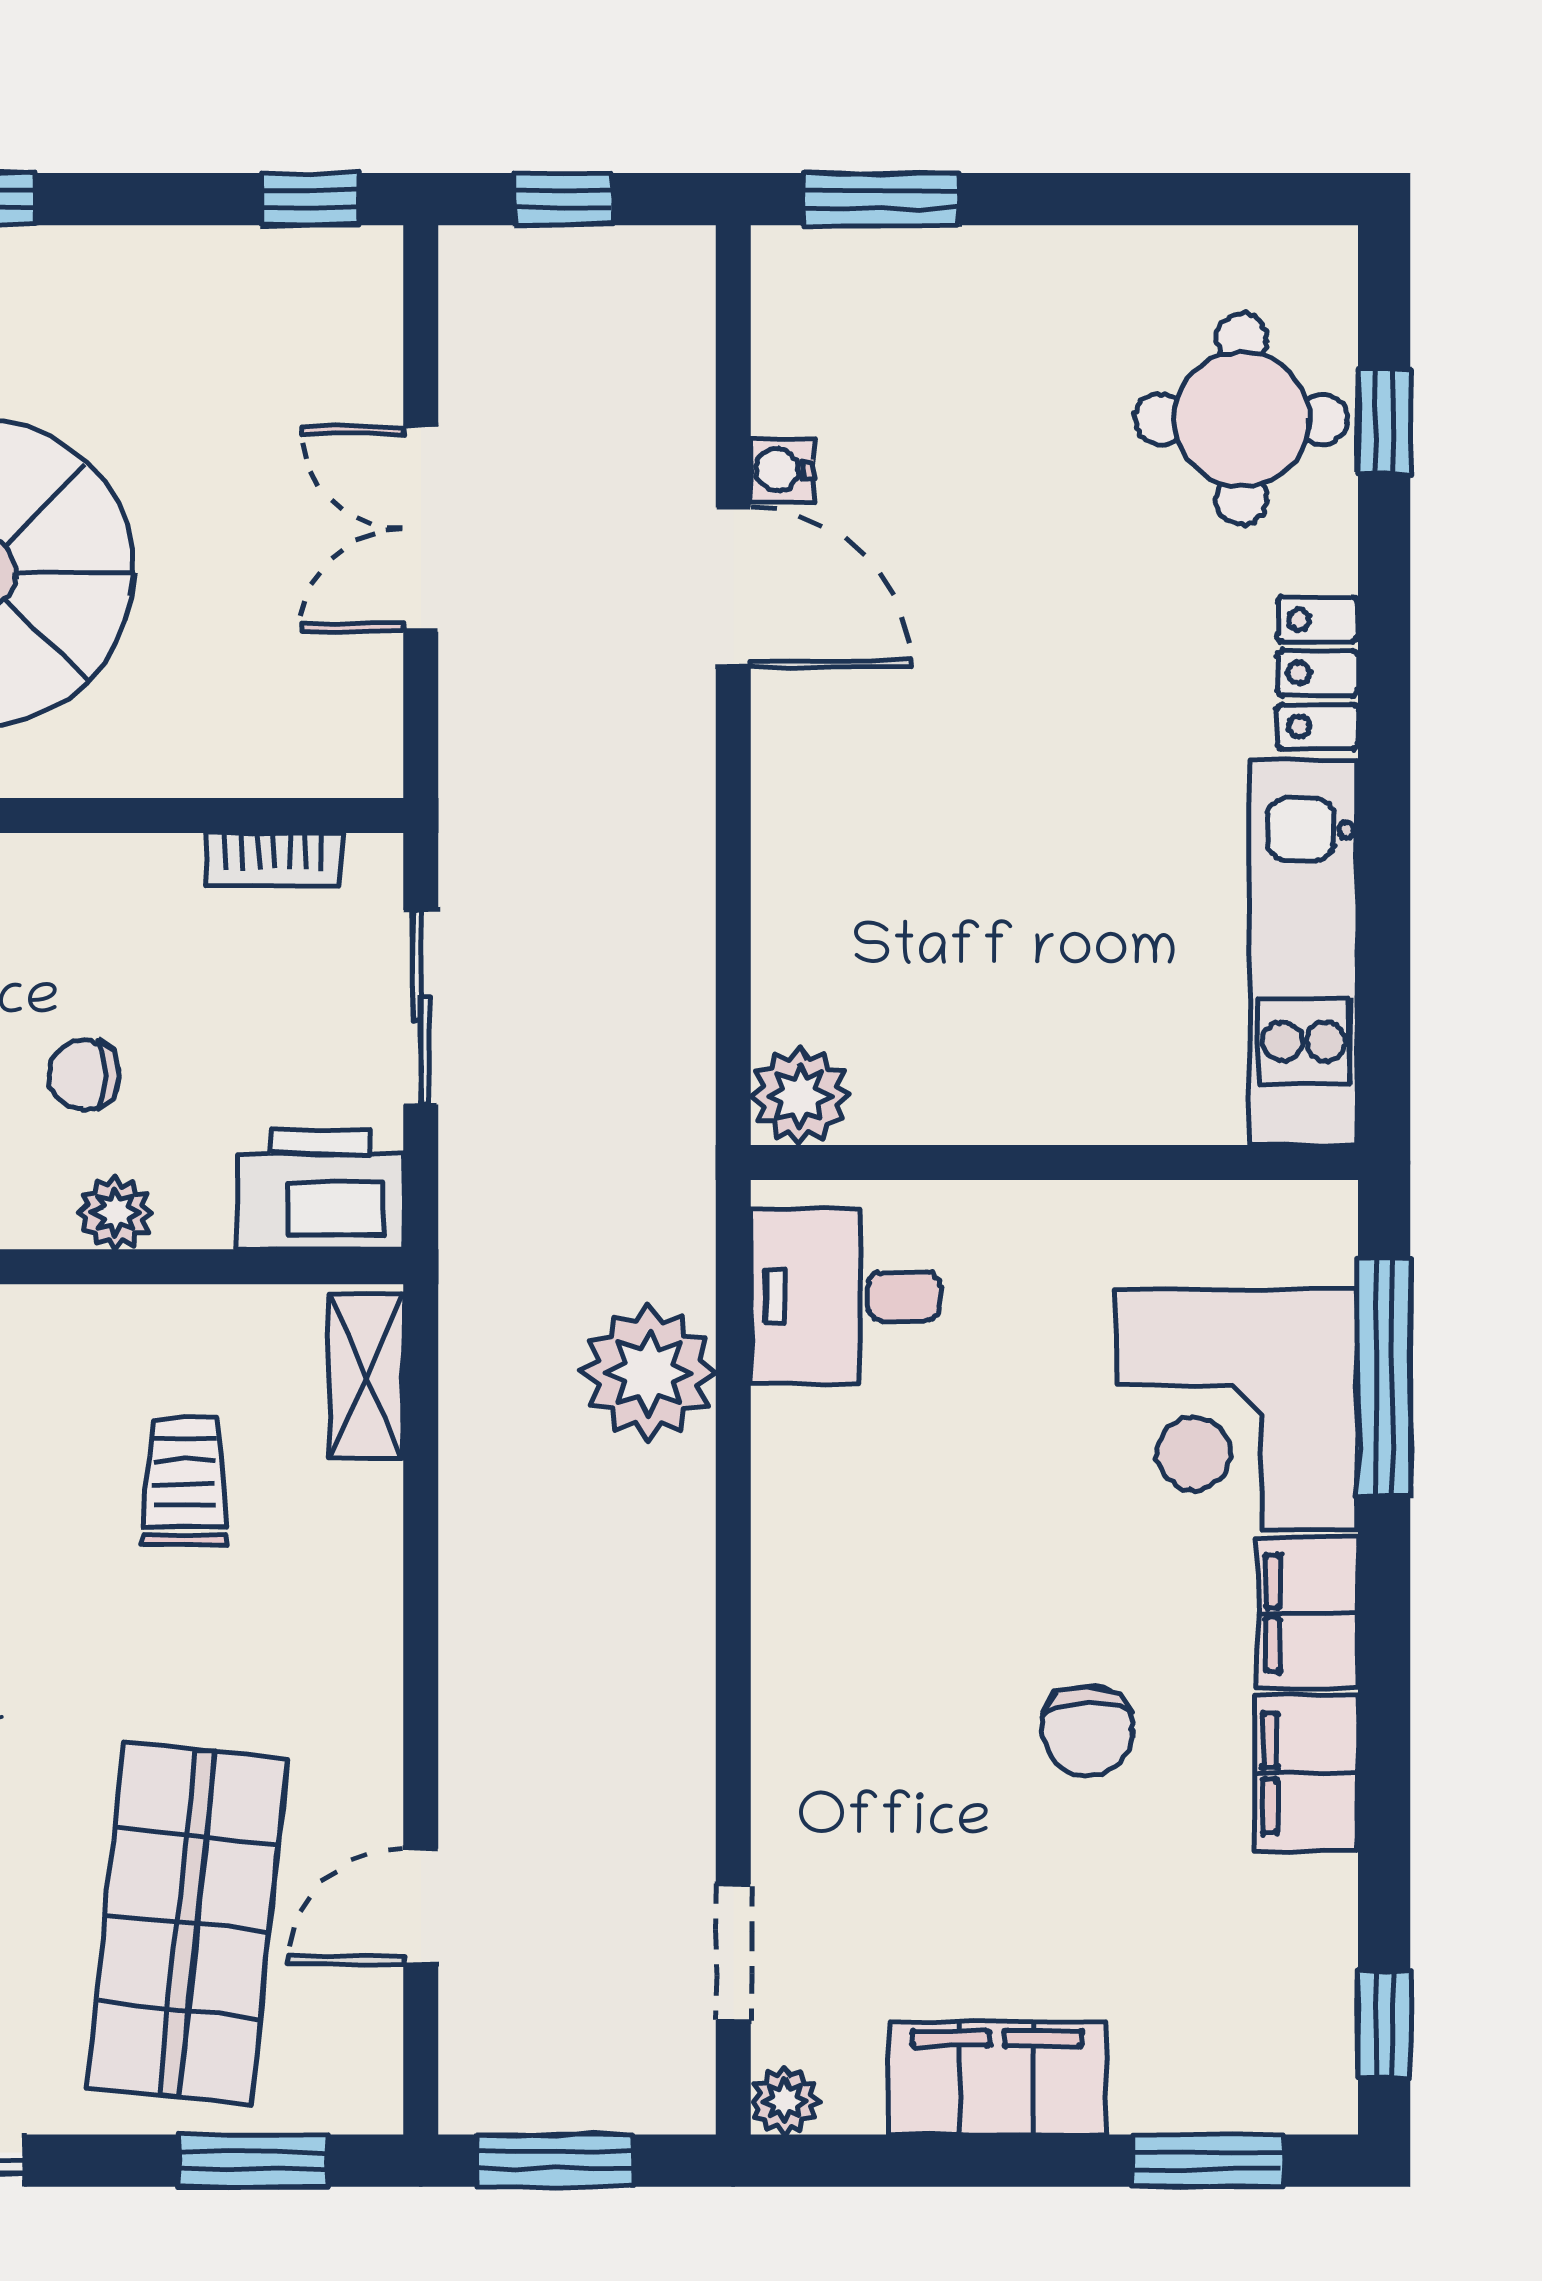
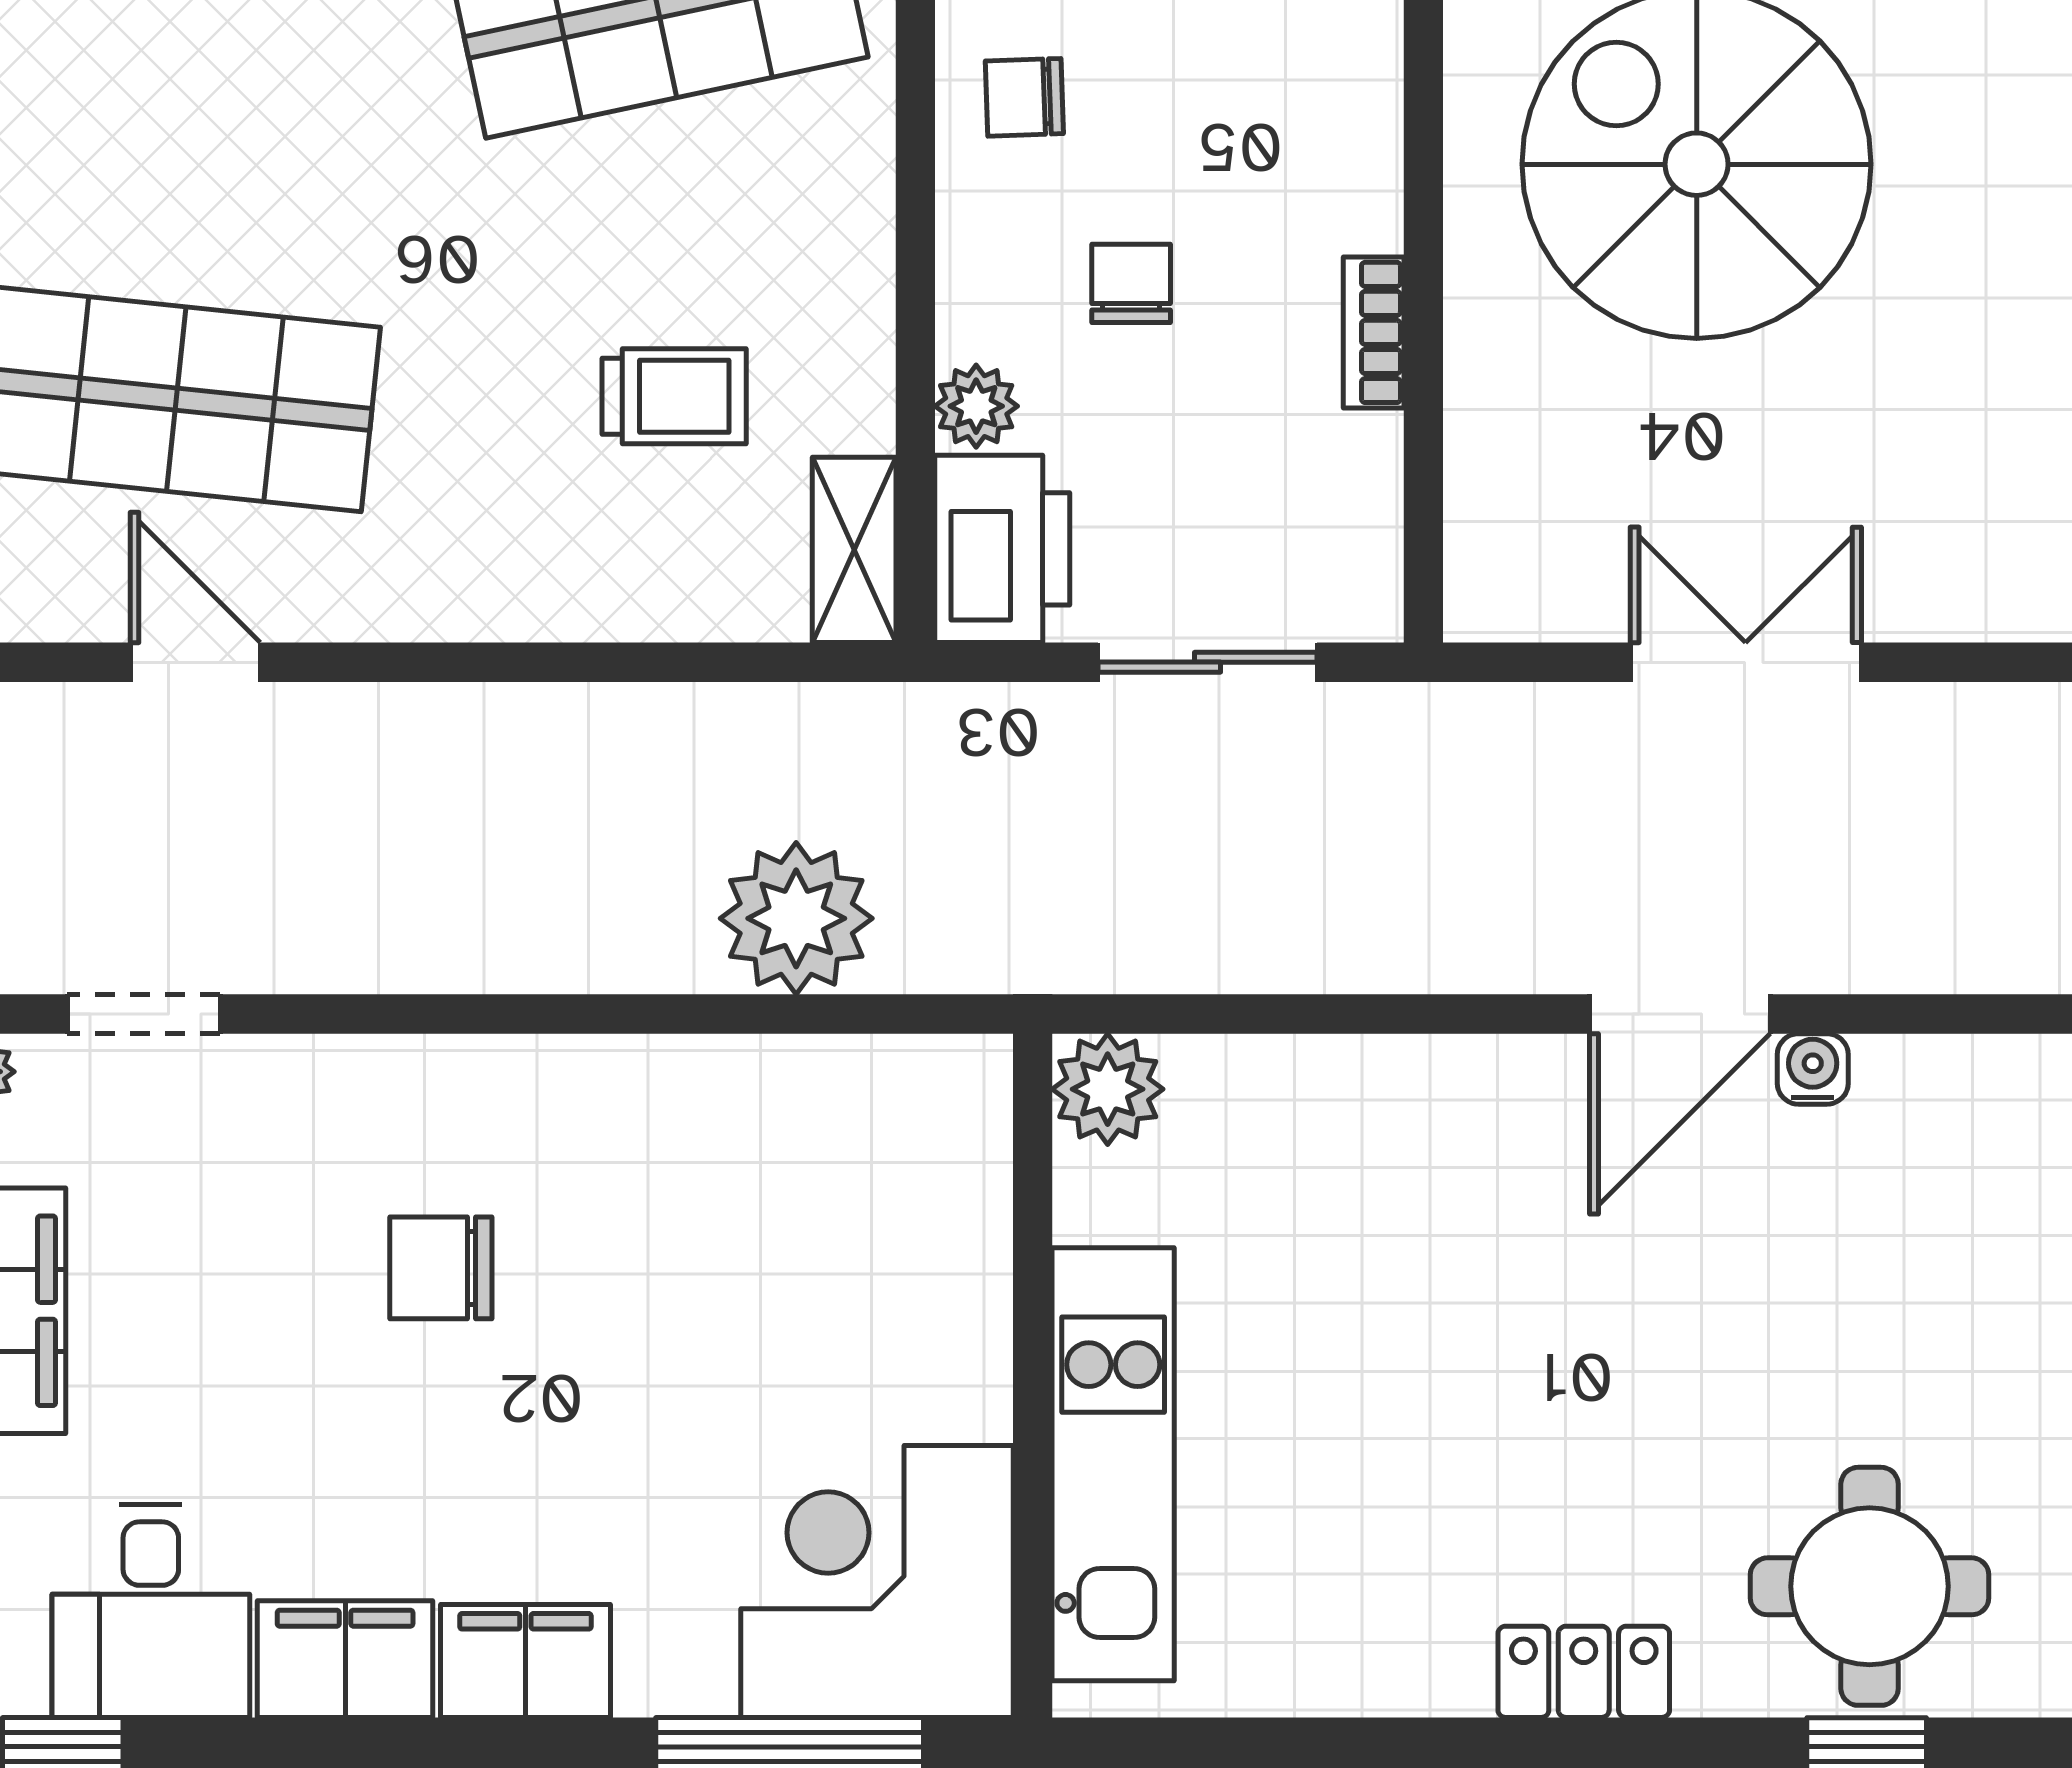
bookcase: (274, 860) -> (1374, 332), moved
kitchen unit: (1304, 953) -> (1113, 1464), moved, turned 90
plant: (115, 1213) -> (976, 406), moved
desk: (845, 1296) -> (151, 1611), moved, turned 180
shelving: (366, 1376) -> (854, 550), moved, turned 90
corner desk: (1237, 1410) -> (877, 1581), moved
chair: (1088, 1731) -> (441, 1268), moved

